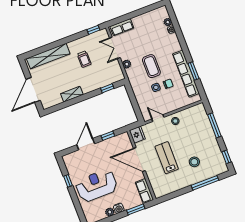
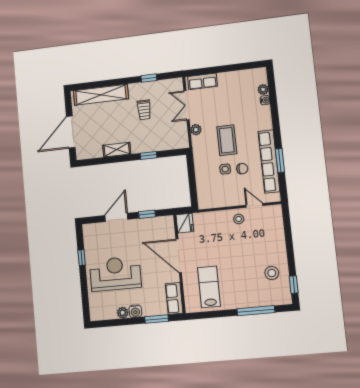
window: (93, 30) -> (149, 78), moved
window: (107, 88) -> (148, 156), moved
door: (158, 118) -> (254, 205), moved
window: (214, 125) -> (289, 239), removed
lab bench: (167, 158) -> (209, 287), moved
stool: (194, 162) -> (272, 273), moved

